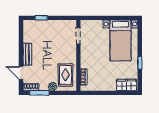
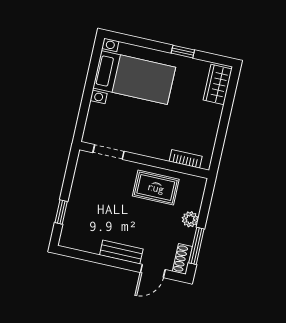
rug: (65, 75) -> (156, 188), moved

